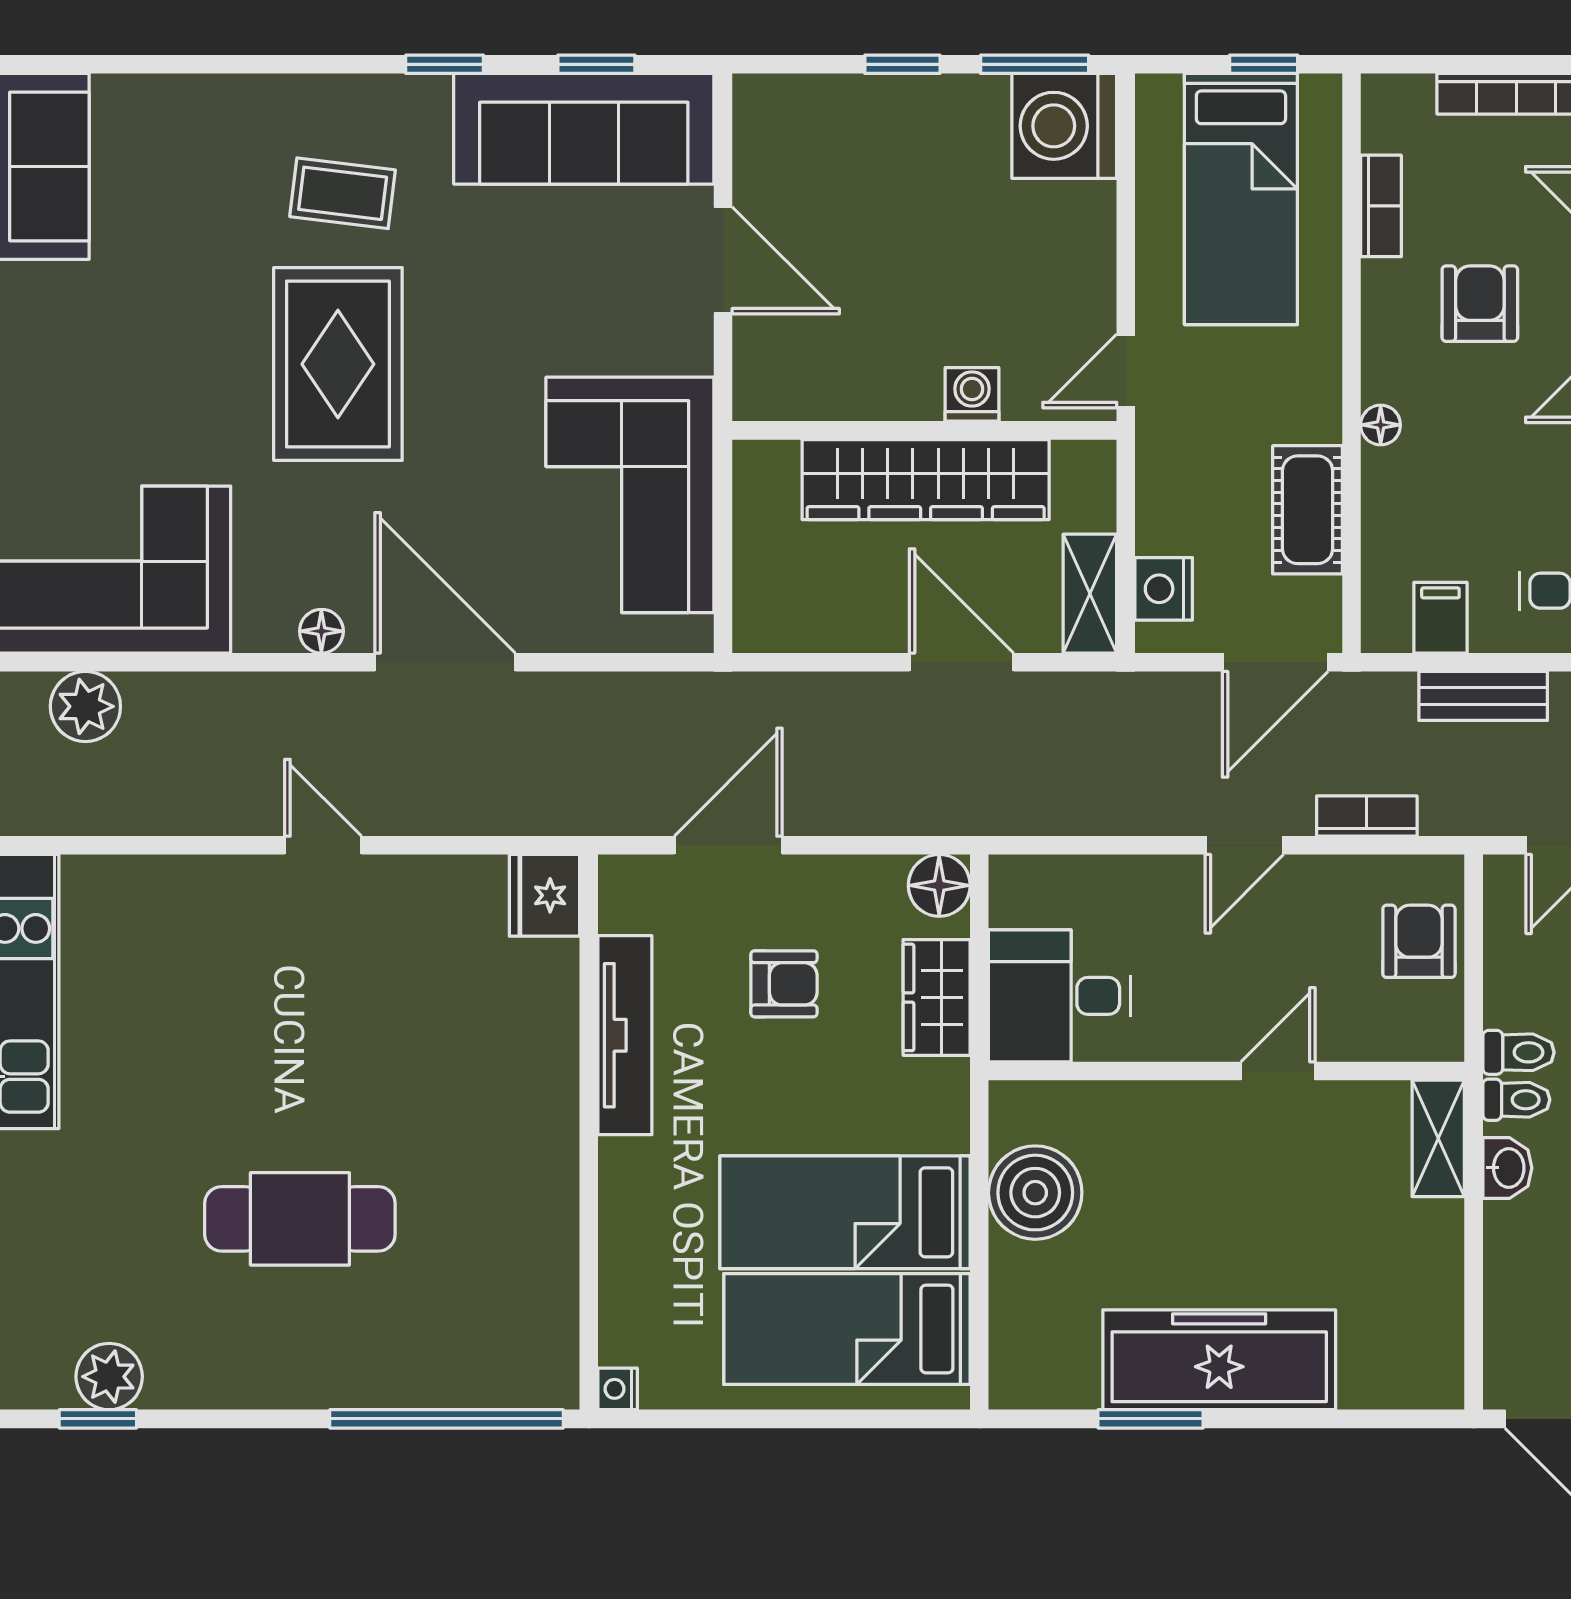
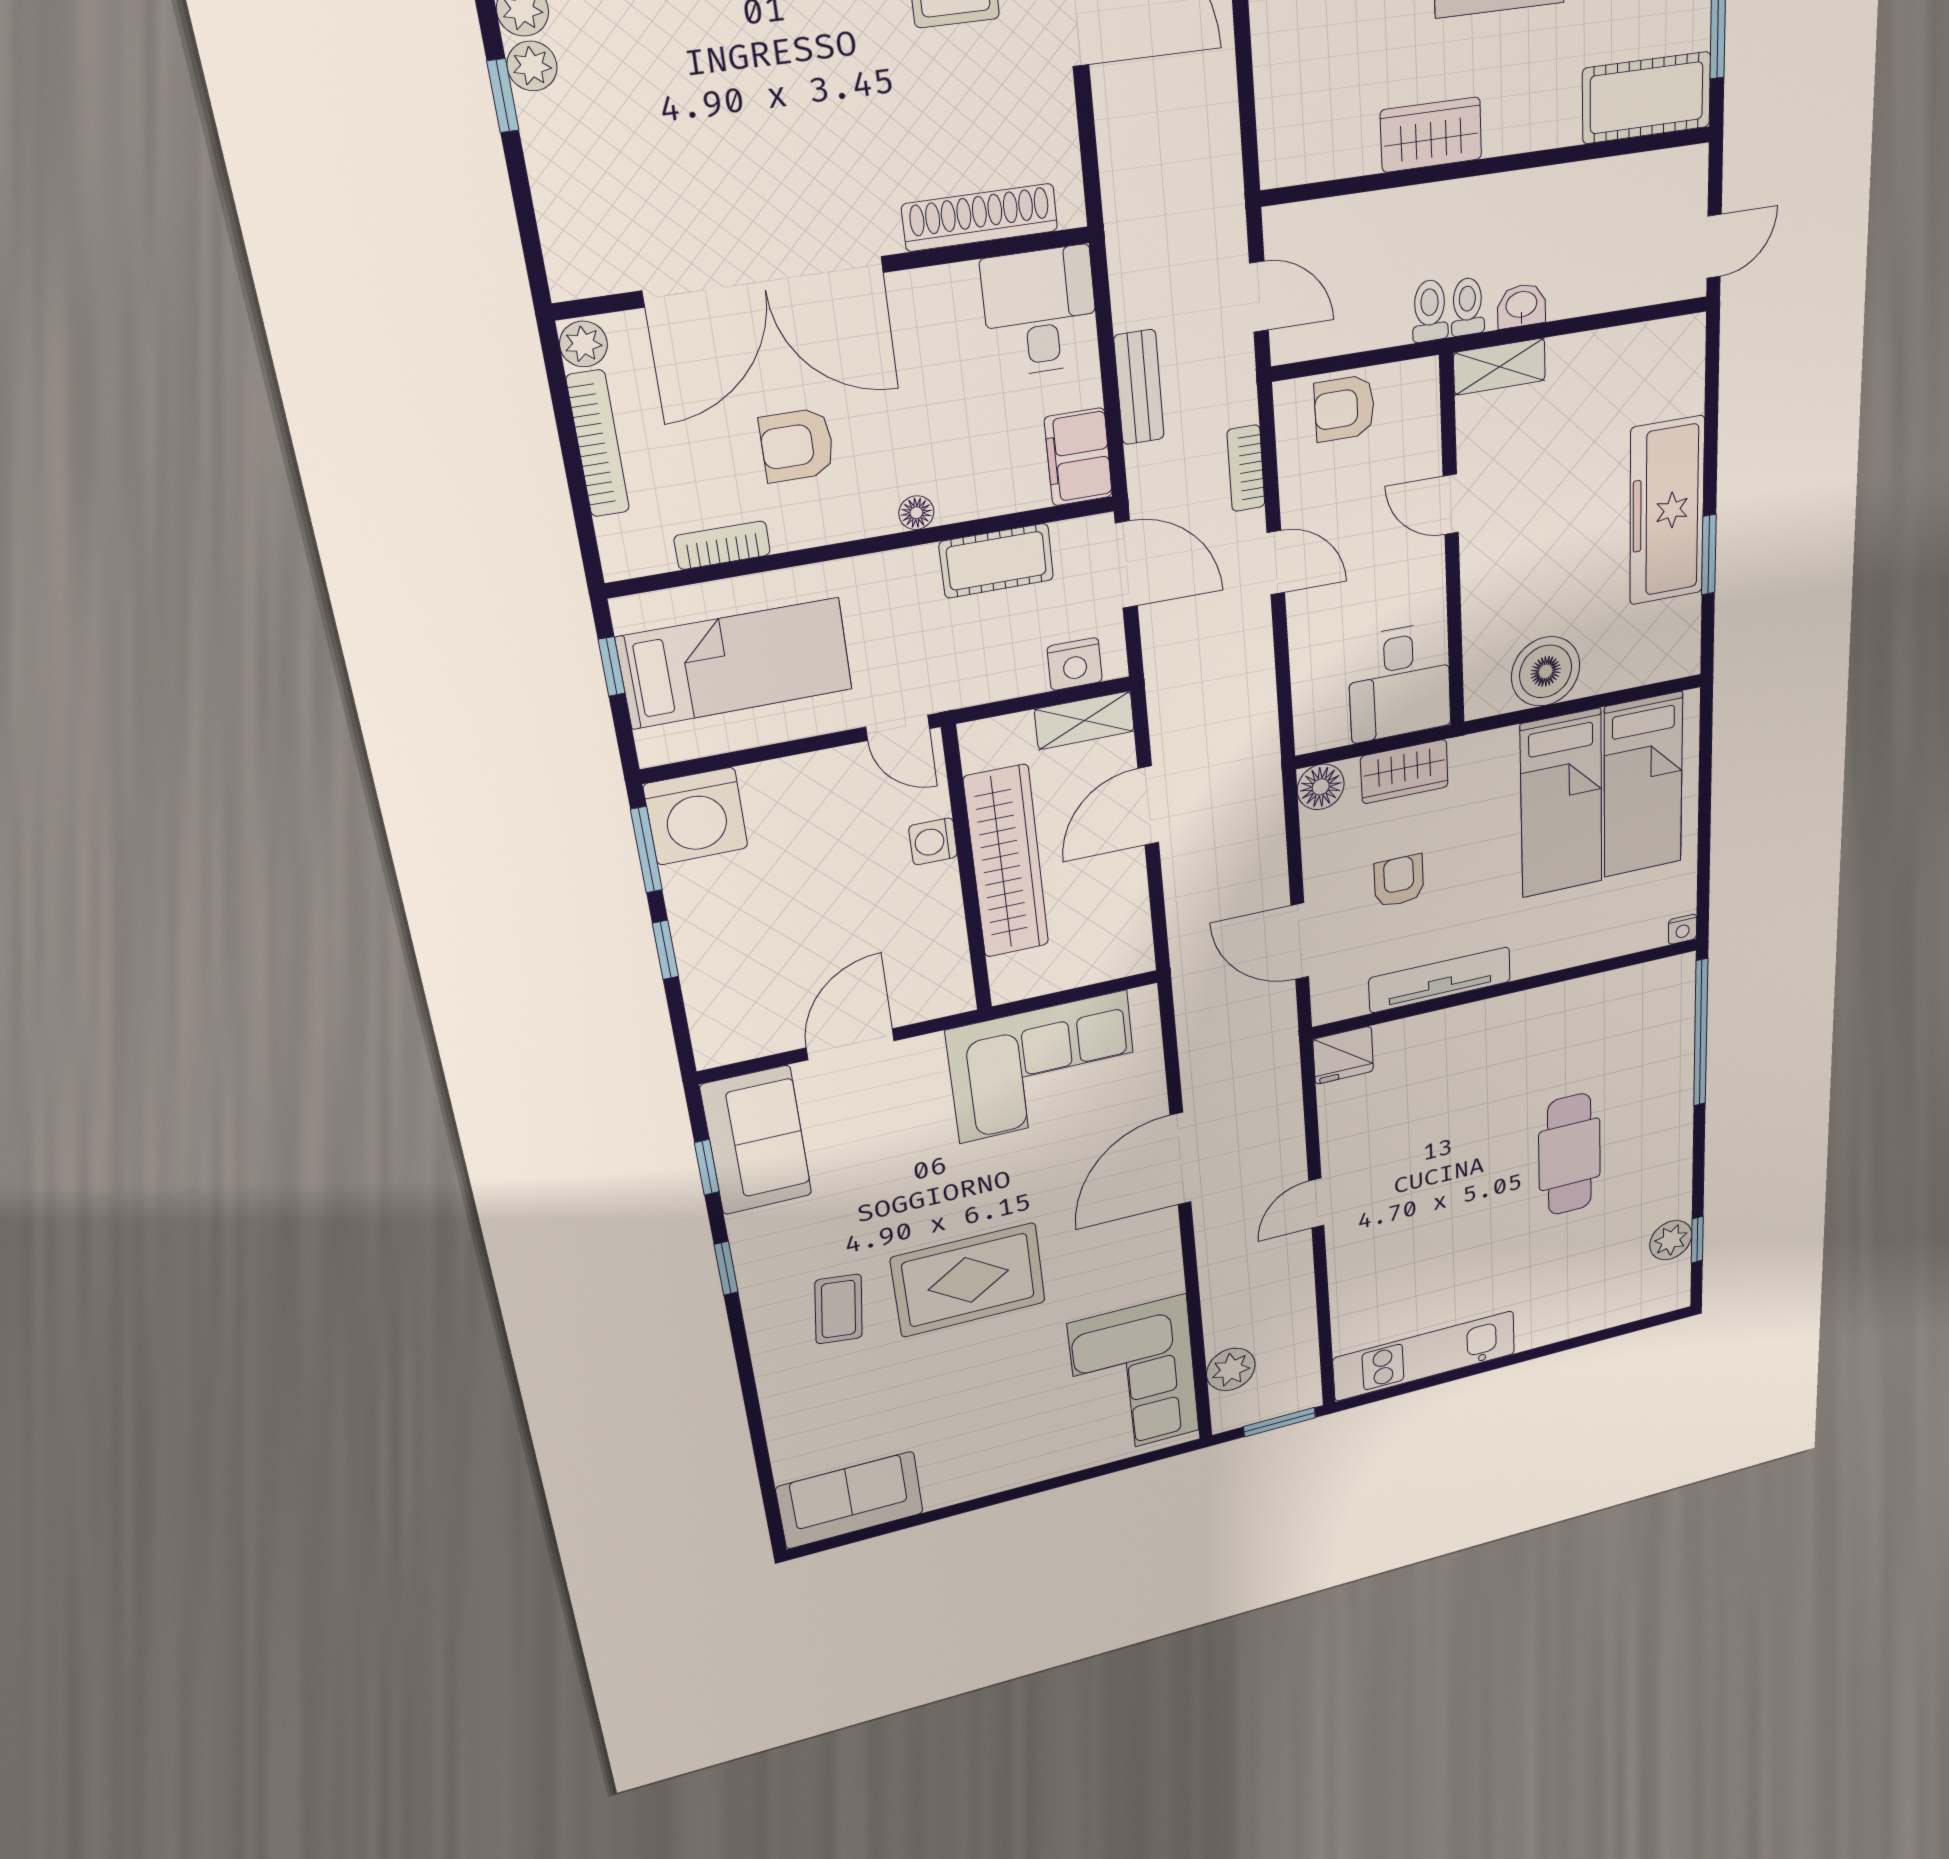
sofa: (584, 129) -> (756, 1140), width x0.73
filing cabinet: (1440, 618) -> (1078, 457), width x2.00
floor lamp: (321, 631) -> (1165, 1242), removed

